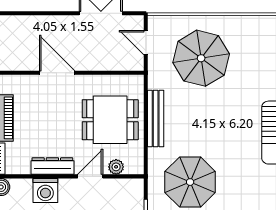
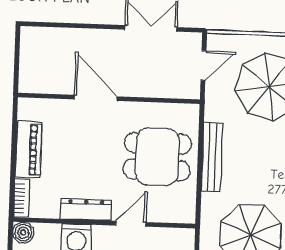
door: (146, 43) -> (203, 65), swing flipped
plant: (116, 167) -> (162, 213), removed

